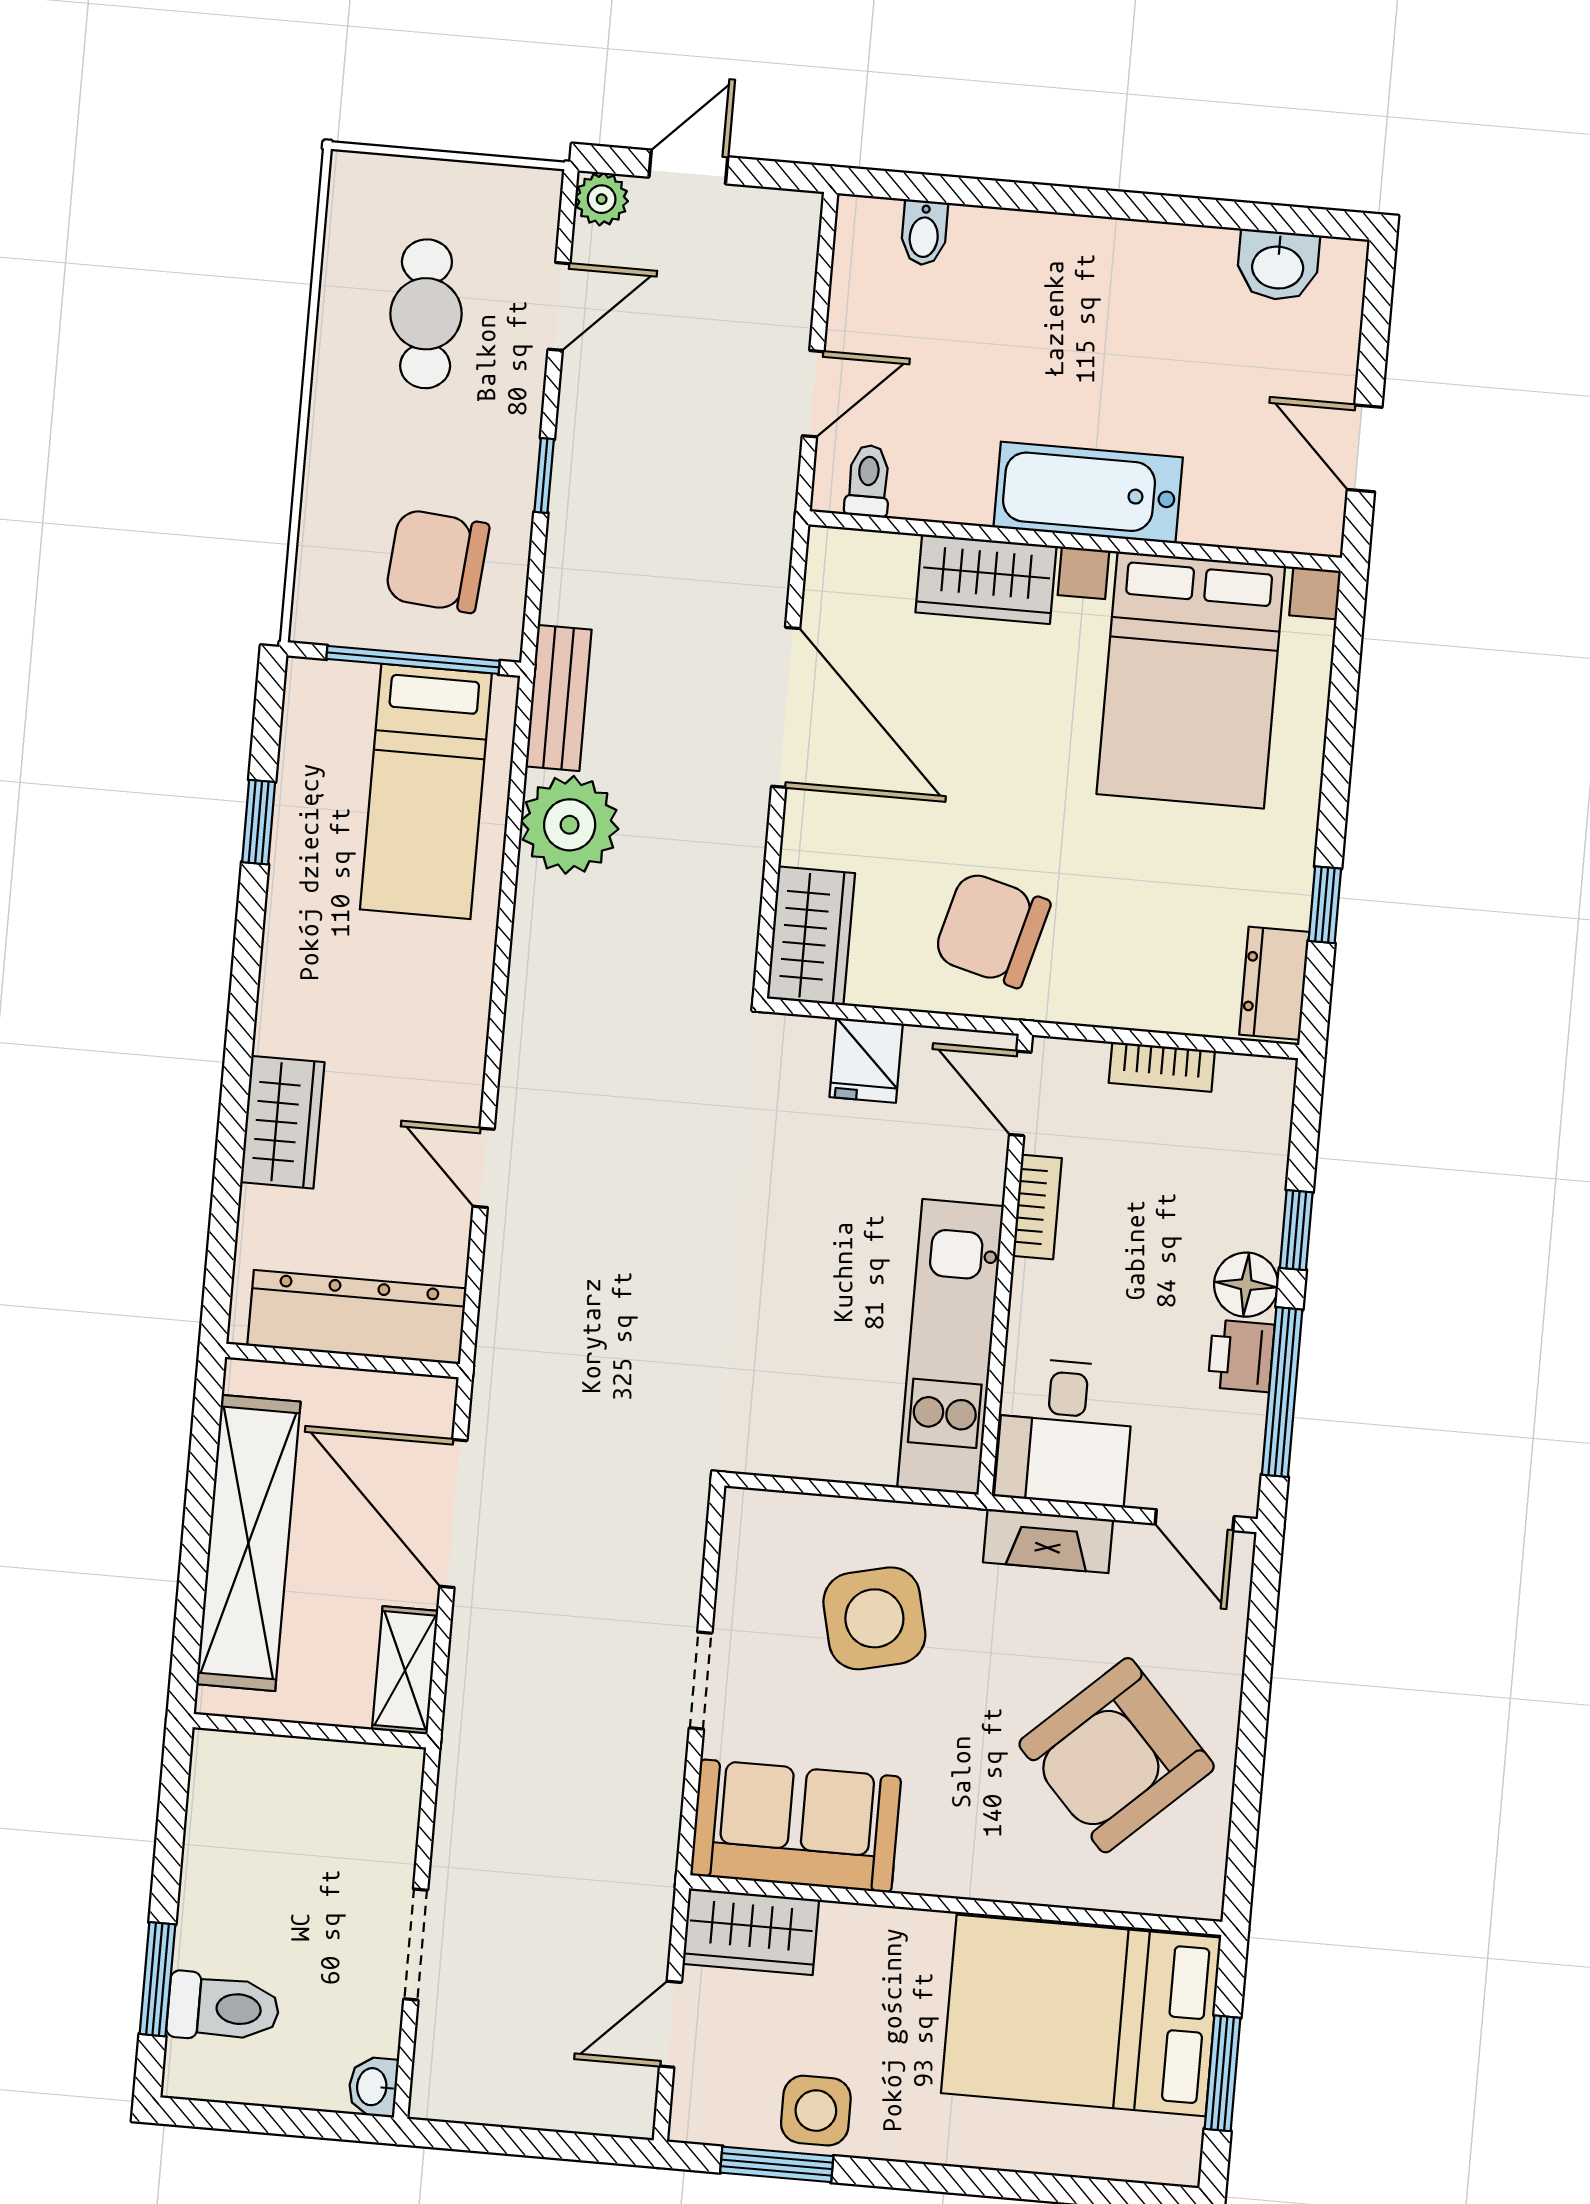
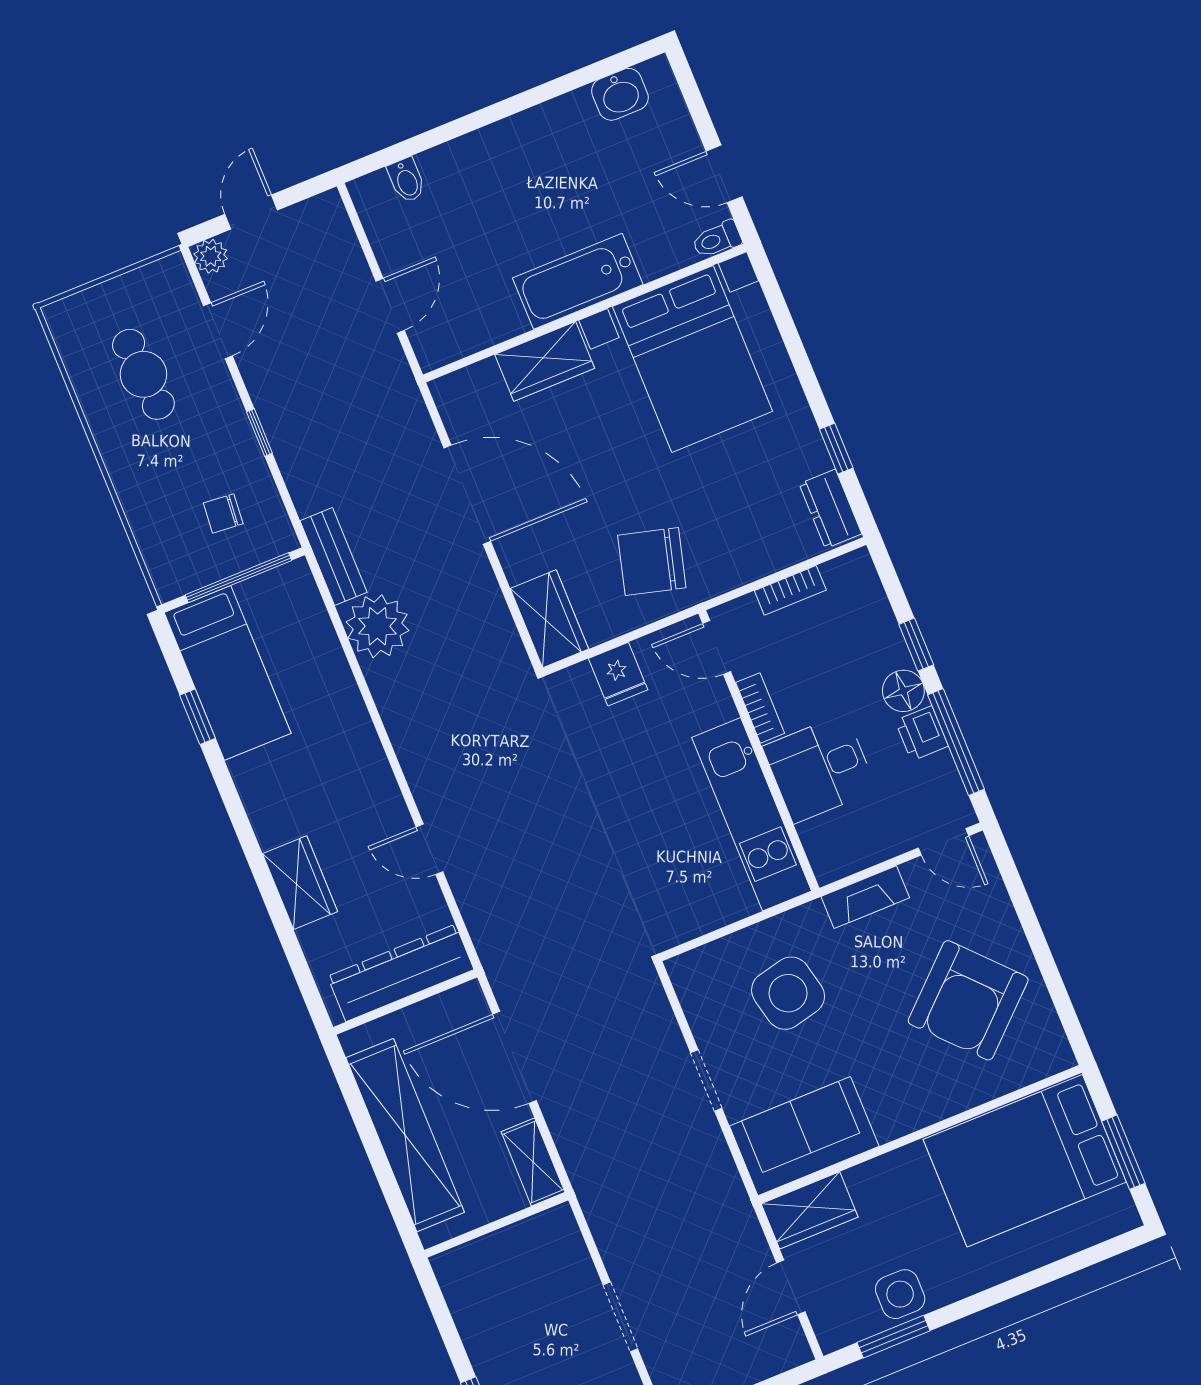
toilet: (868, 481) -> (717, 239), moved, turned -90
chair: (437, 561) -> (223, 513), width x0.54, depth x0.54
bed: (426, 791) -> (228, 673), moved
desk: (1065, 1432) -> (820, 768), moved, turned 90

